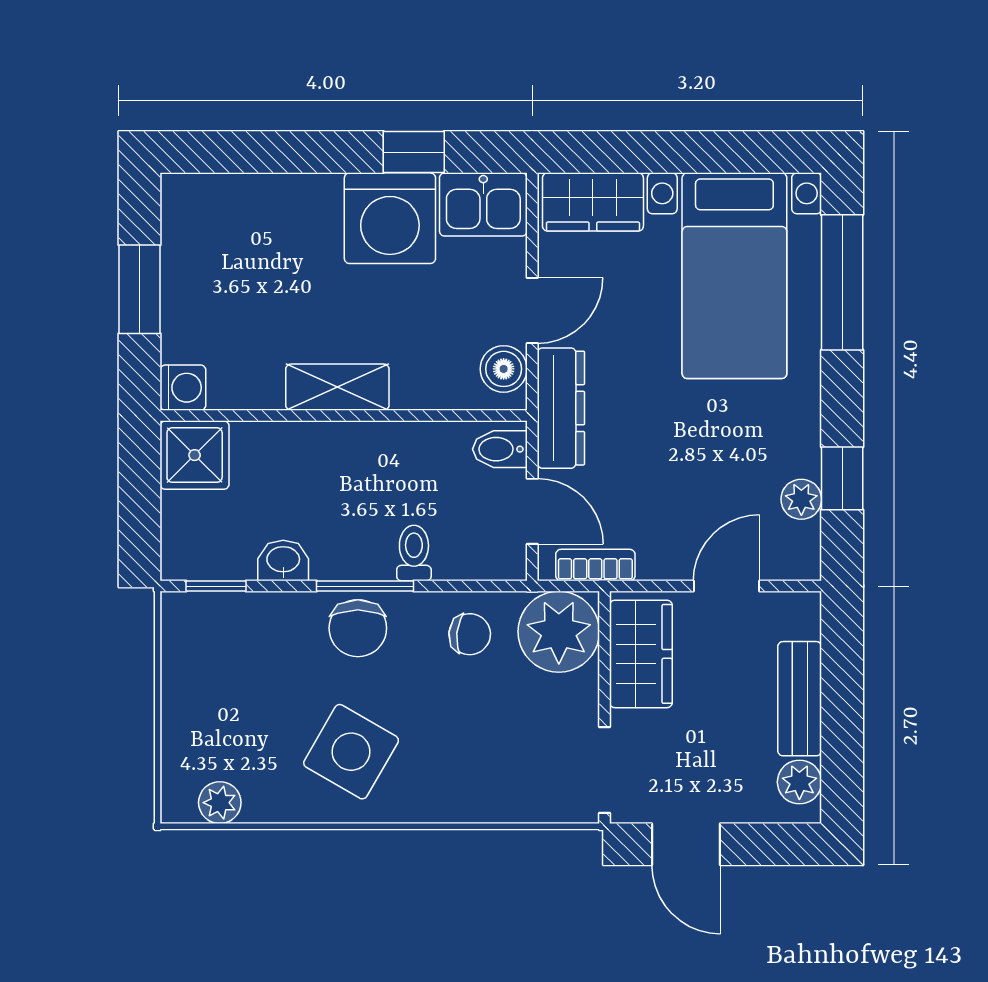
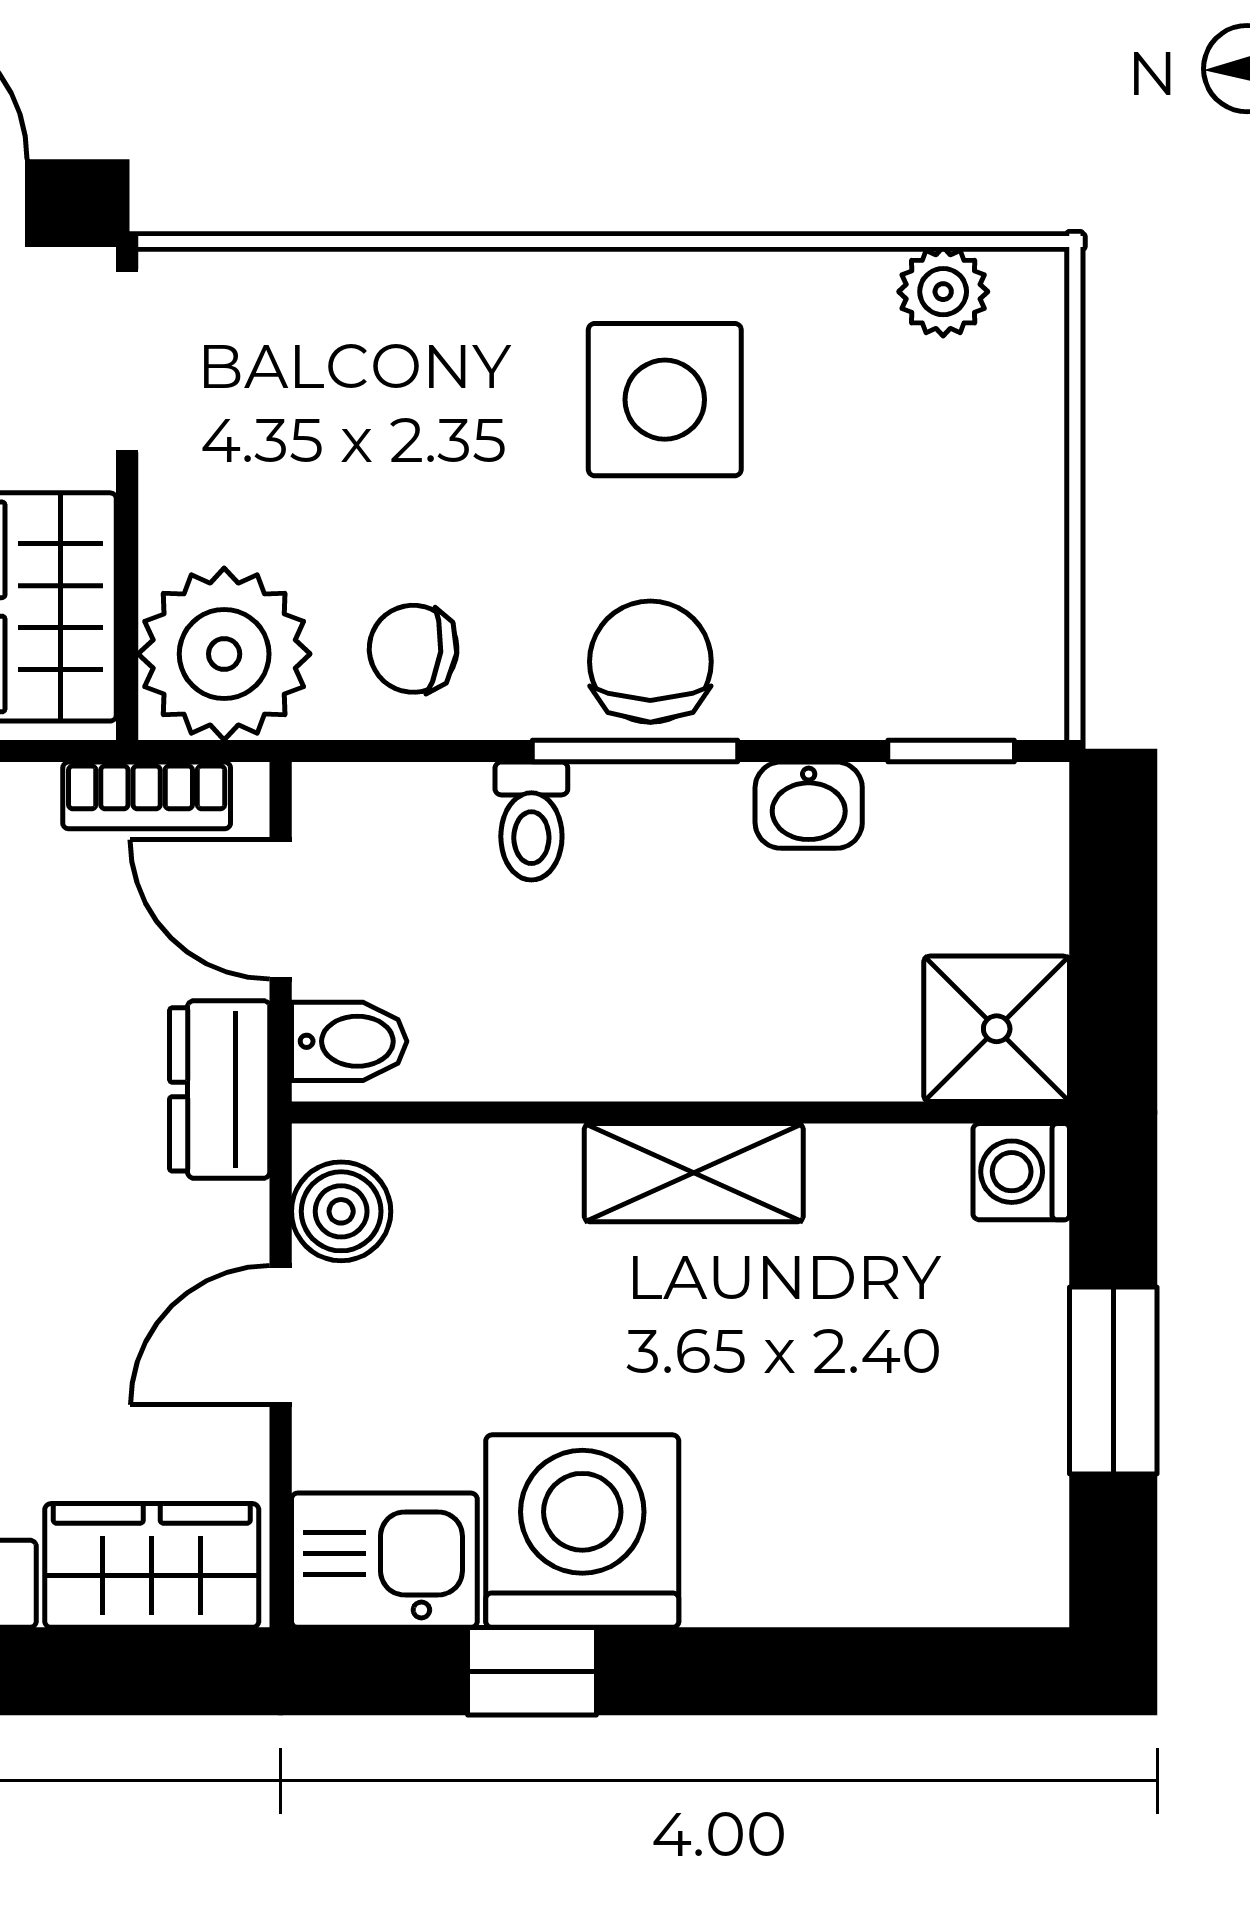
dresser: (561, 408) -> (220, 1089), width x0.70
side table: (351, 752) -> (665, 400), turned -30

